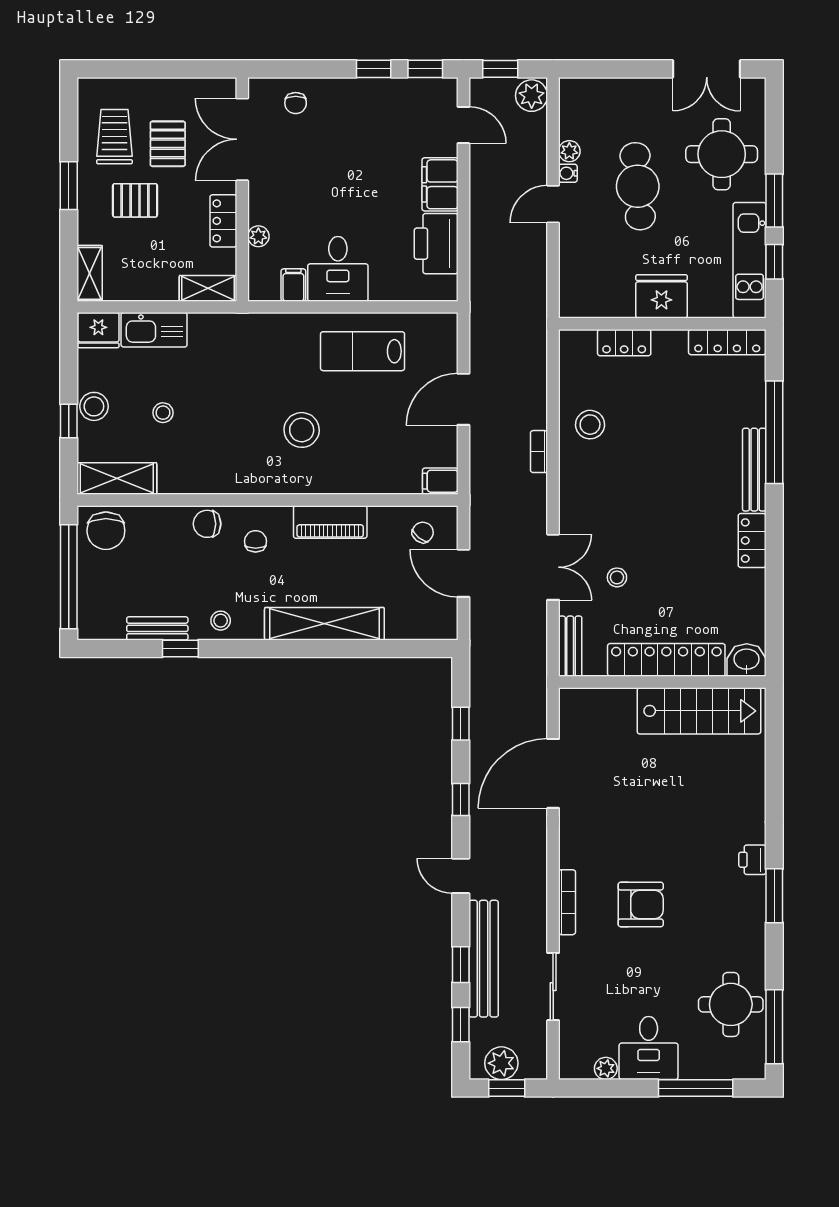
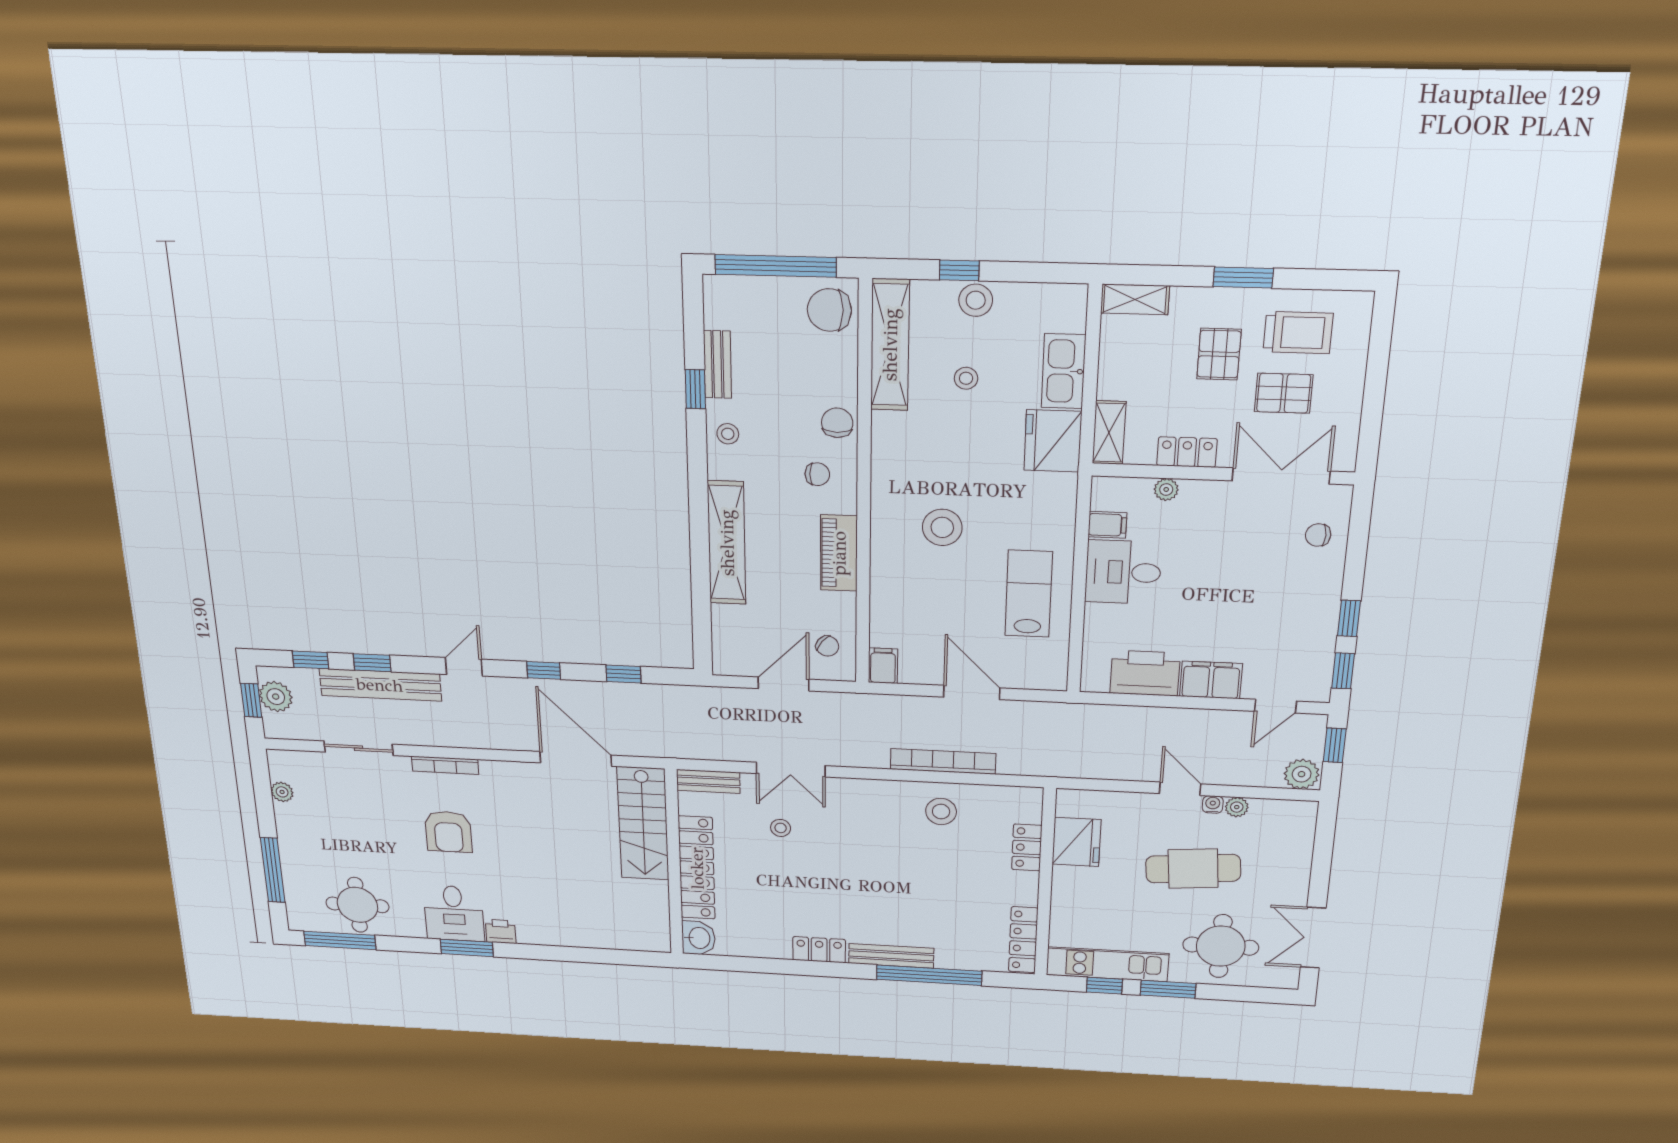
fridge: (661, 296) -> (1077, 842), moved
fridge: (98, 330) -> (1053, 441), moved, width x1.36, depth x1.34
bookcase: (539, 452) -> (943, 761), width x2.31, depth x1.31
shelving: (117, 479) -> (890, 345), width x1.47
stairs: (699, 711) -> (643, 824), moved
desk: (649, 1048) -> (454, 913), moved, turned -90

